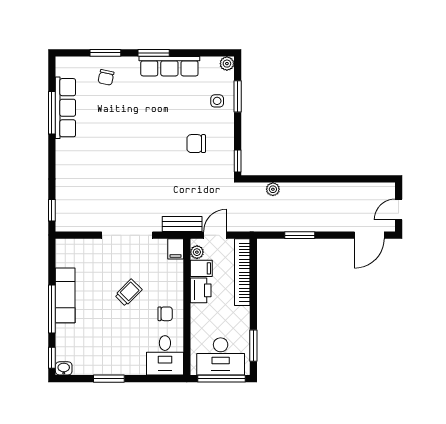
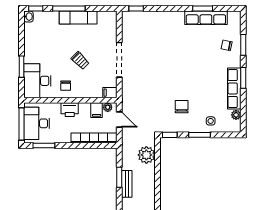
plant: (227, 64) -> (236, 115), moved
window: (238, 96) -> (200, 135), moved
window: (52, 113) -> (203, 9), width x0.69
plant: (273, 189) -> (146, 155), width x1.88, depth x1.88
bench: (182, 224) -> (127, 184), moved
printer: (201, 290) -> (70, 110), moved
desk: (165, 355) -> (37, 81), width x1.37
window: (109, 379) -> (22, 67), moved

